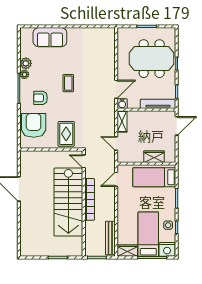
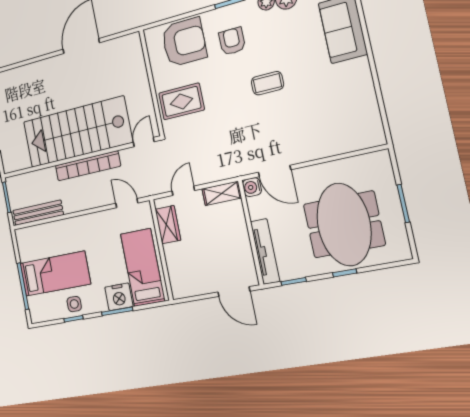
wardrobe: (154, 157) -> (168, 225), moved
nightstand: (167, 249) -> (119, 297), moved, turned -90
wardrobe: (127, 251) -> (25, 244), removed

